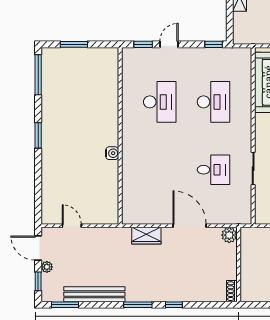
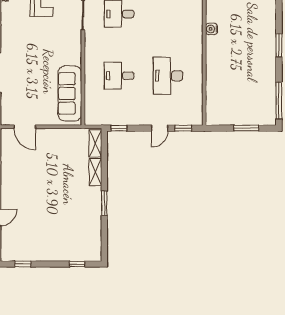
shelving: (239, 28) -> (95, 143), added
desk: (213, 102) -> (119, 76), width x0.73

